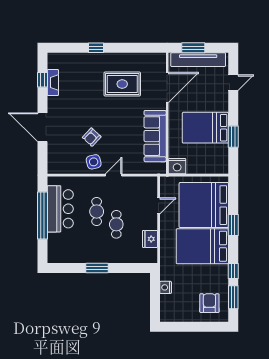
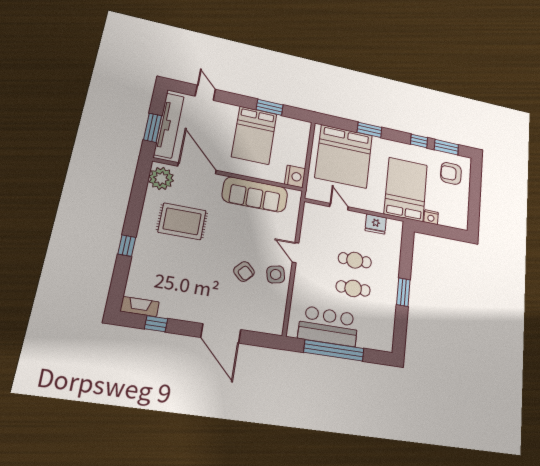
plant: (153, 62) -> (161, 179), added
fireplace: (53, 82) -> (140, 307), moved
rug: (122, 84) -> (182, 221), turned 90
door: (42, 127) -> (221, 333), hinge flipped
cafe table: (97, 211) -> (353, 288), moved
bed: (202, 246) -> (406, 189), moved, turned 180

